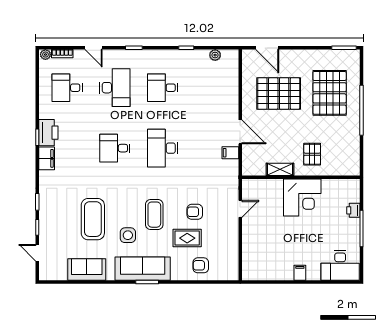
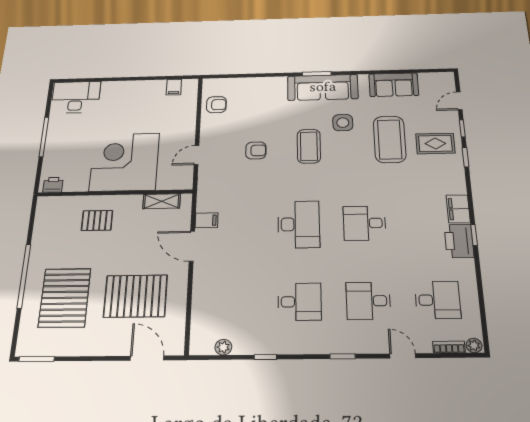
desk: (115, 88) -> (368, 301), width x0.73
desk: (115, 148) -> (364, 223), turned 180
pallet: (312, 154) -> (97, 220), turned 90
shelving: (280, 169) -> (162, 201), moved
corner desk: (302, 197) -> (125, 162), width x1.36, depth x1.36
printer: (353, 210) -> (53, 185), moved, turned -90
rug: (187, 238) -> (435, 144), moved
door: (37, 253) -> (459, 101), swing flipped
armchair: (201, 265) -> (216, 105), moved
filing cabinet: (300, 273) -> (174, 87), moved

